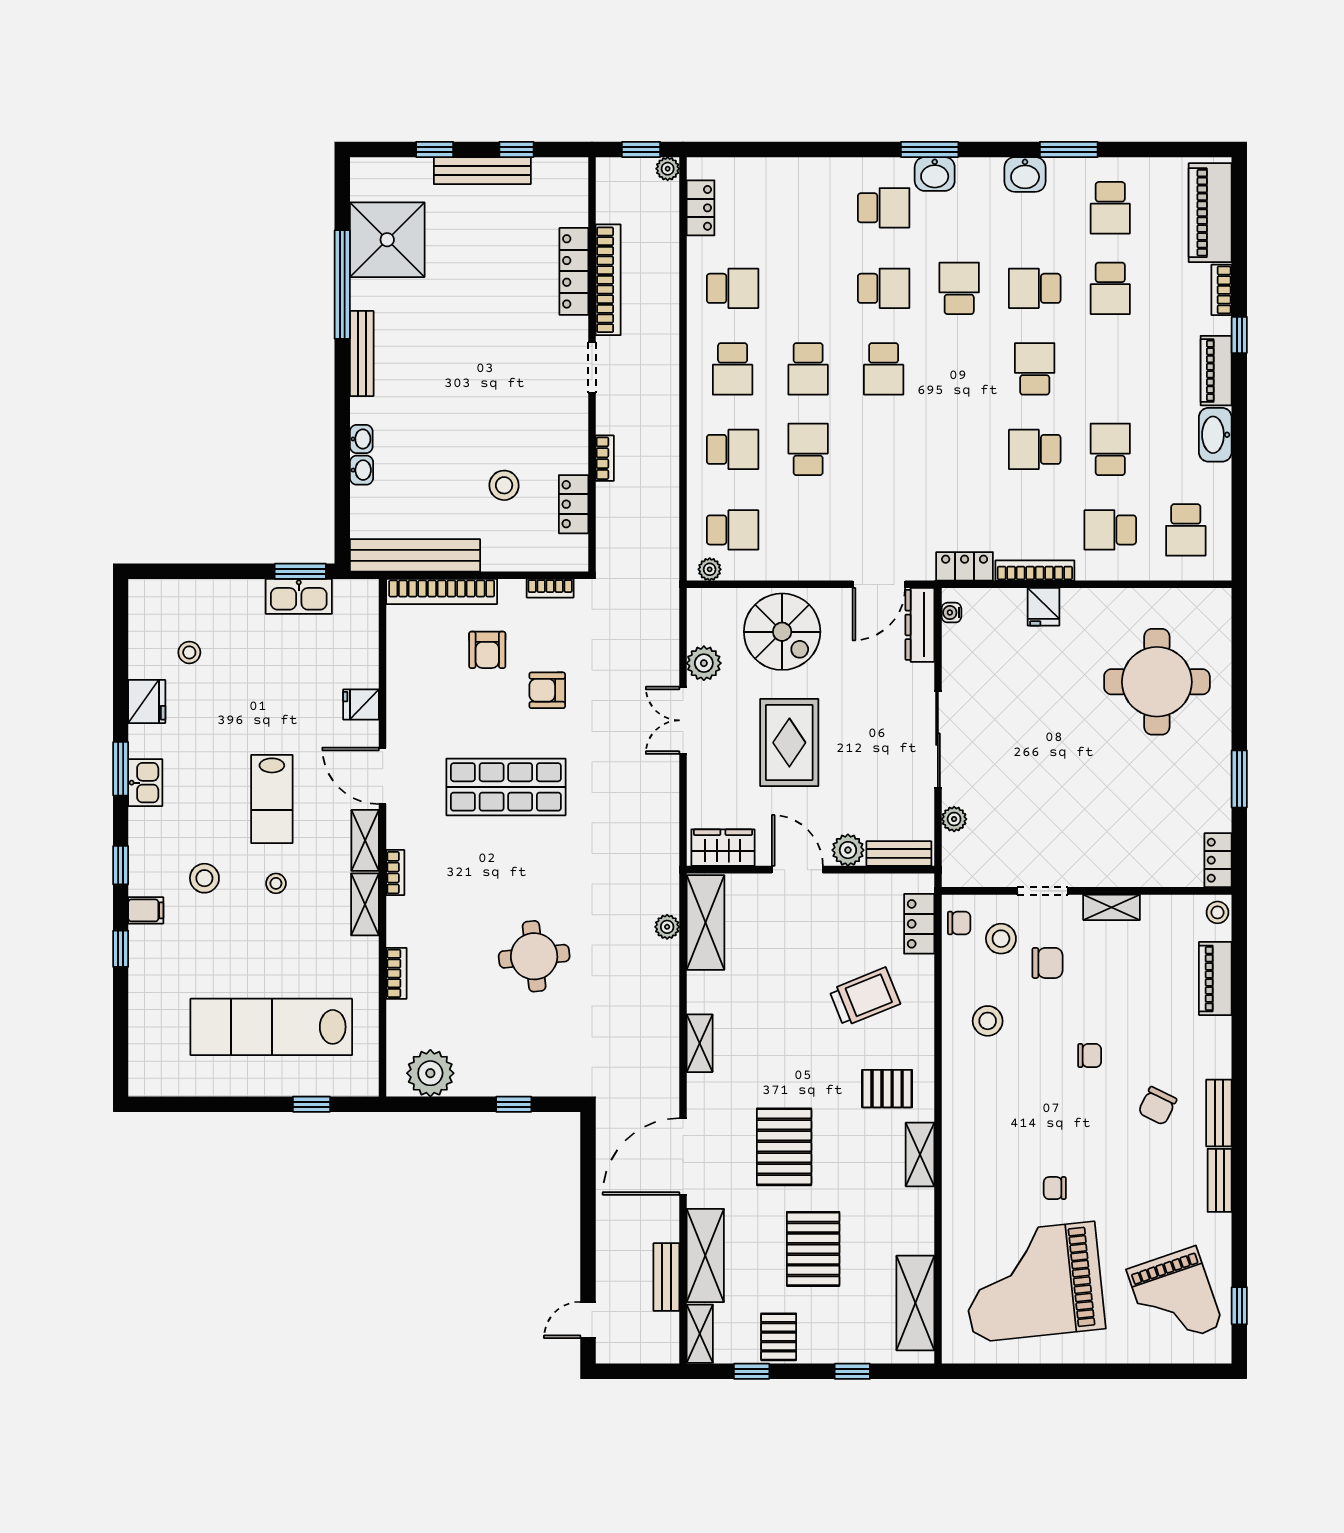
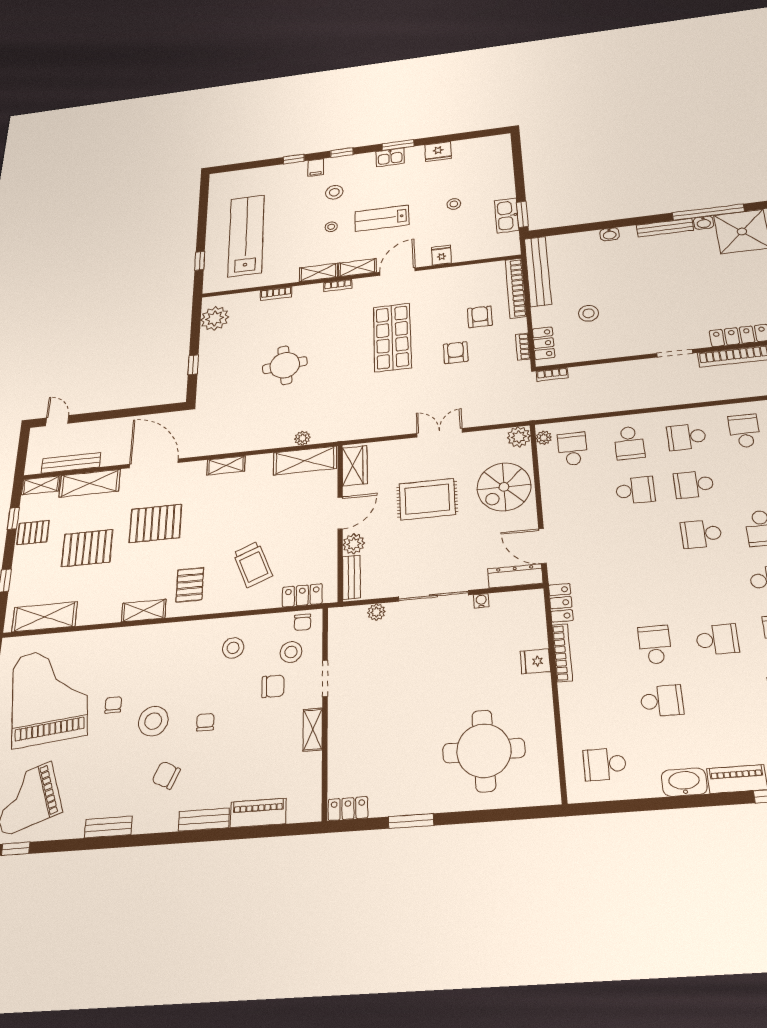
school desk: (733, 288) -> (744, 431), turned 180
bookcase: (605, 458) -> (552, 374), moved
washbasin: (361, 470) -> (704, 223), moved
locker: (574, 504) -> (544, 343), moved, turned 90
school desk: (733, 530) -> (573, 449), turned 180
school desk: (1110, 530) -> (599, 706), removed
water cooler: (951, 613) -> (481, 601), moved
armchair: (487, 650) -> (480, 317), turned 90
stool: (189, 652) -> (454, 204), moved
plant: (704, 663) -> (519, 437), moved
stool: (1217, 912) -> (153, 721), moved, width x1.89, depth x1.89
chair: (1047, 963) -> (273, 686), turned -90
chair: (1090, 1056) -> (205, 722), turned 180
bench: (1219, 1113) -> (204, 820), moved
bench: (666, 1277) -> (71, 463), width x1.36

